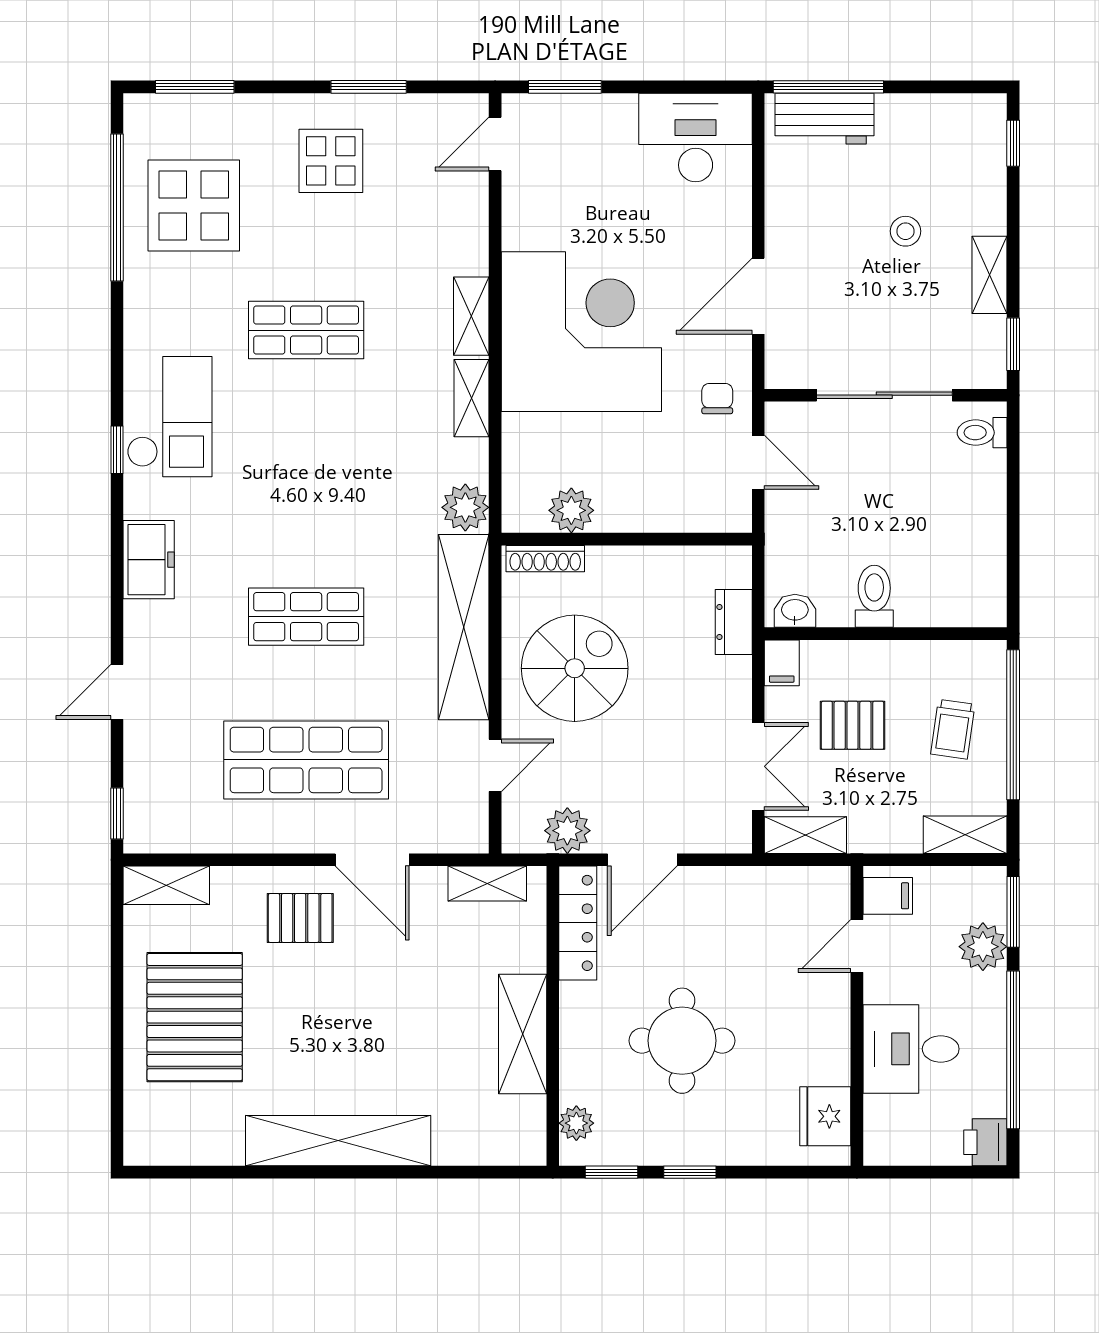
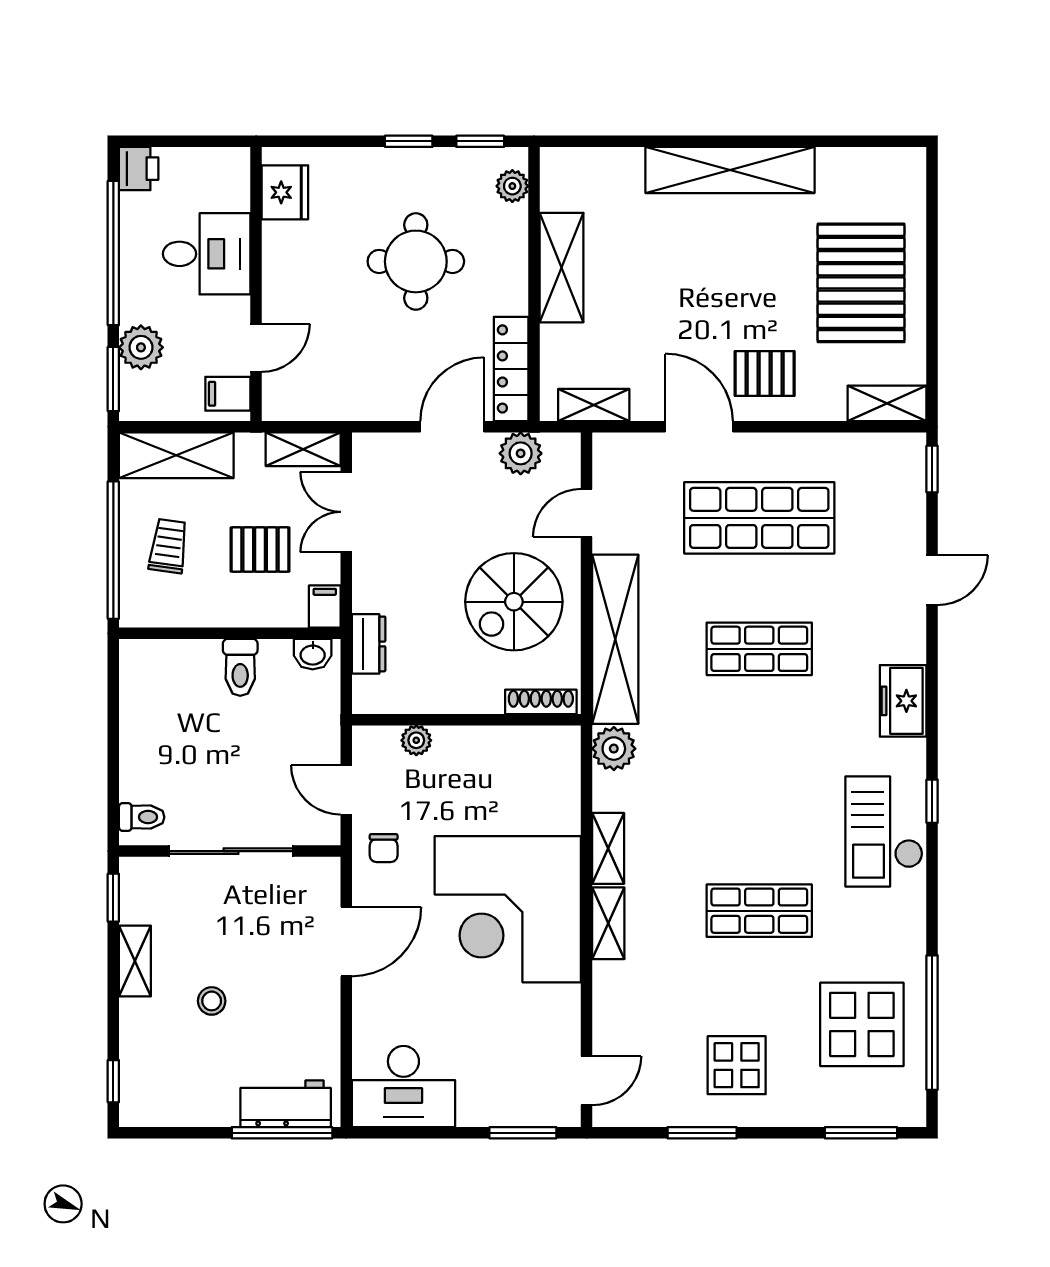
plant: (571, 510) -> (416, 740), moved, width x0.73, depth x0.73
shelving: (965, 835) -> (176, 455), width x1.50, depth x1.33

